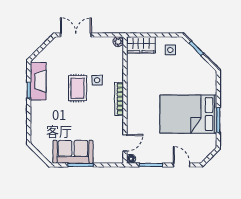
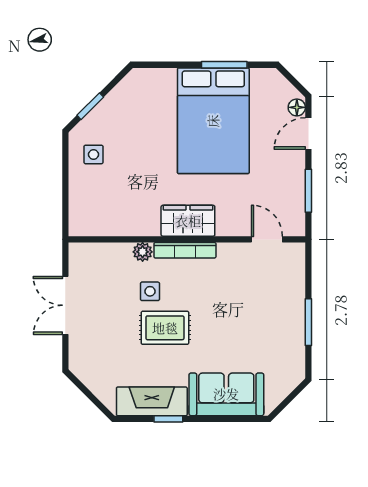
double door: (76, 35) -> (65, 305), moved
plant: (118, 42) -> (143, 252), moved
wardrobe: (141, 45) -> (188, 221), moved, turned -90
sofa: (73, 152) -> (226, 394), moved, turned 90
floor lamp: (131, 159) -> (297, 107), moved

